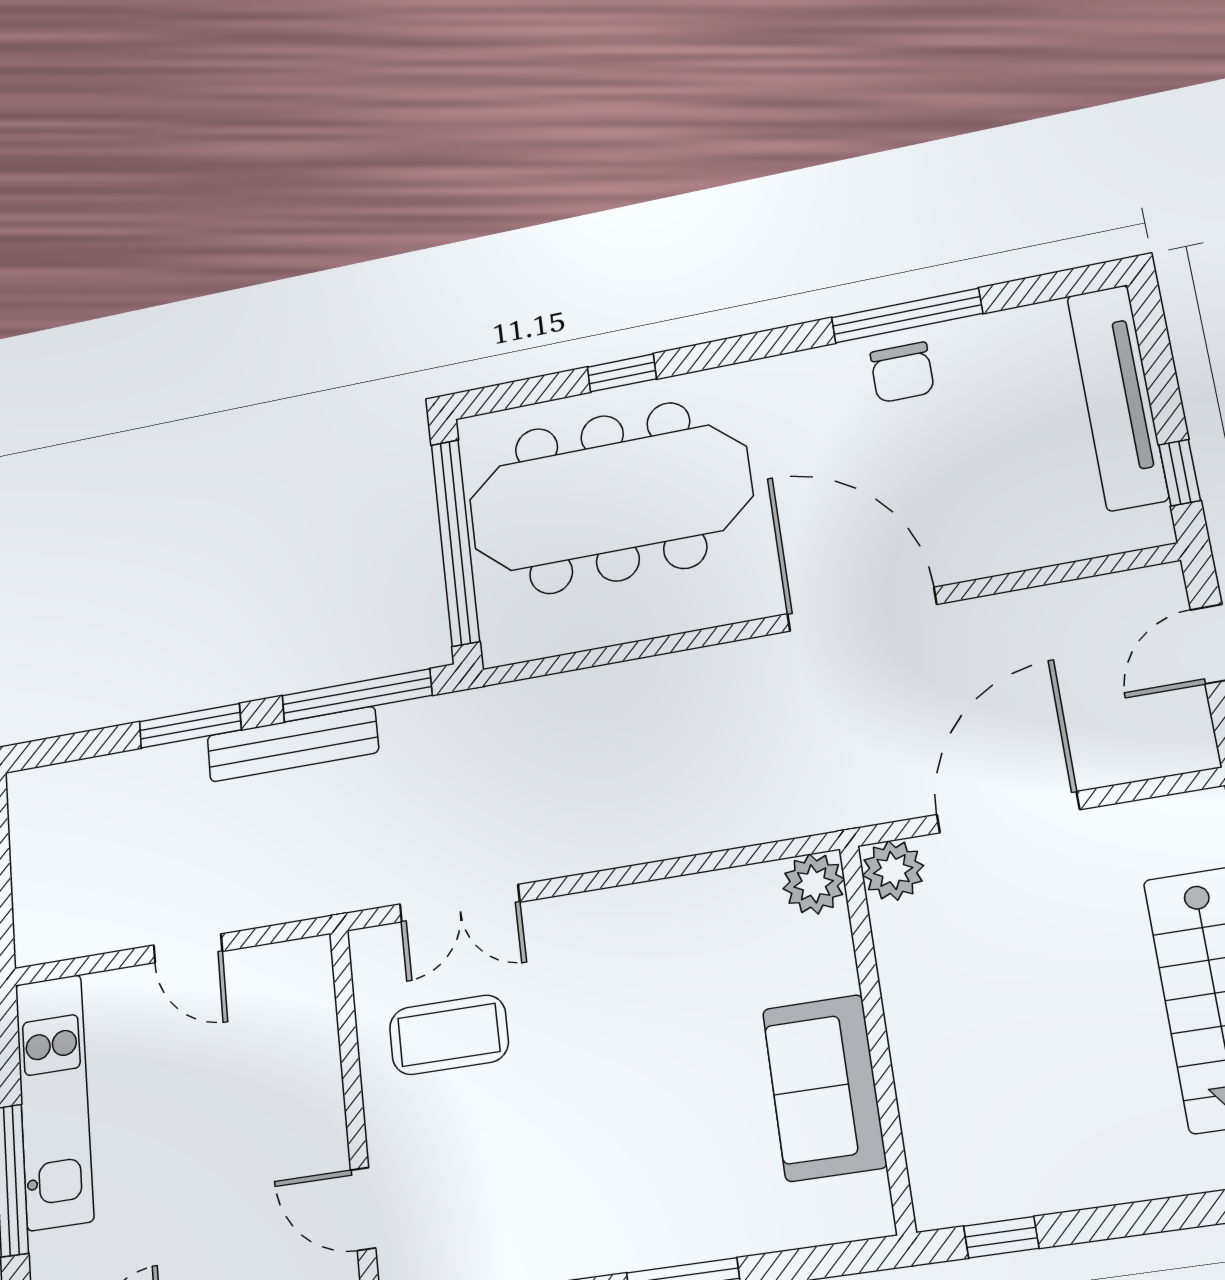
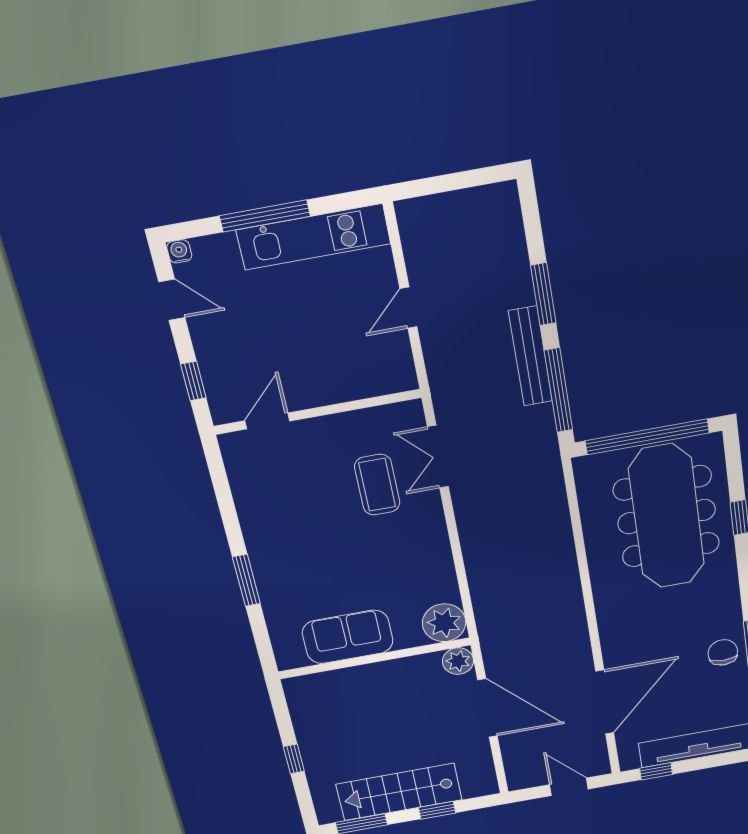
chair: (902, 372) -> (723, 652), turned 90
door: (862, 609) -> (605, 702), moved
plant: (814, 884) -> (444, 623), width x1.36, depth x1.36
coffee table: (449, 1035) -> (377, 485), moved
window: (1001, 1237) -> (294, 759), moved

